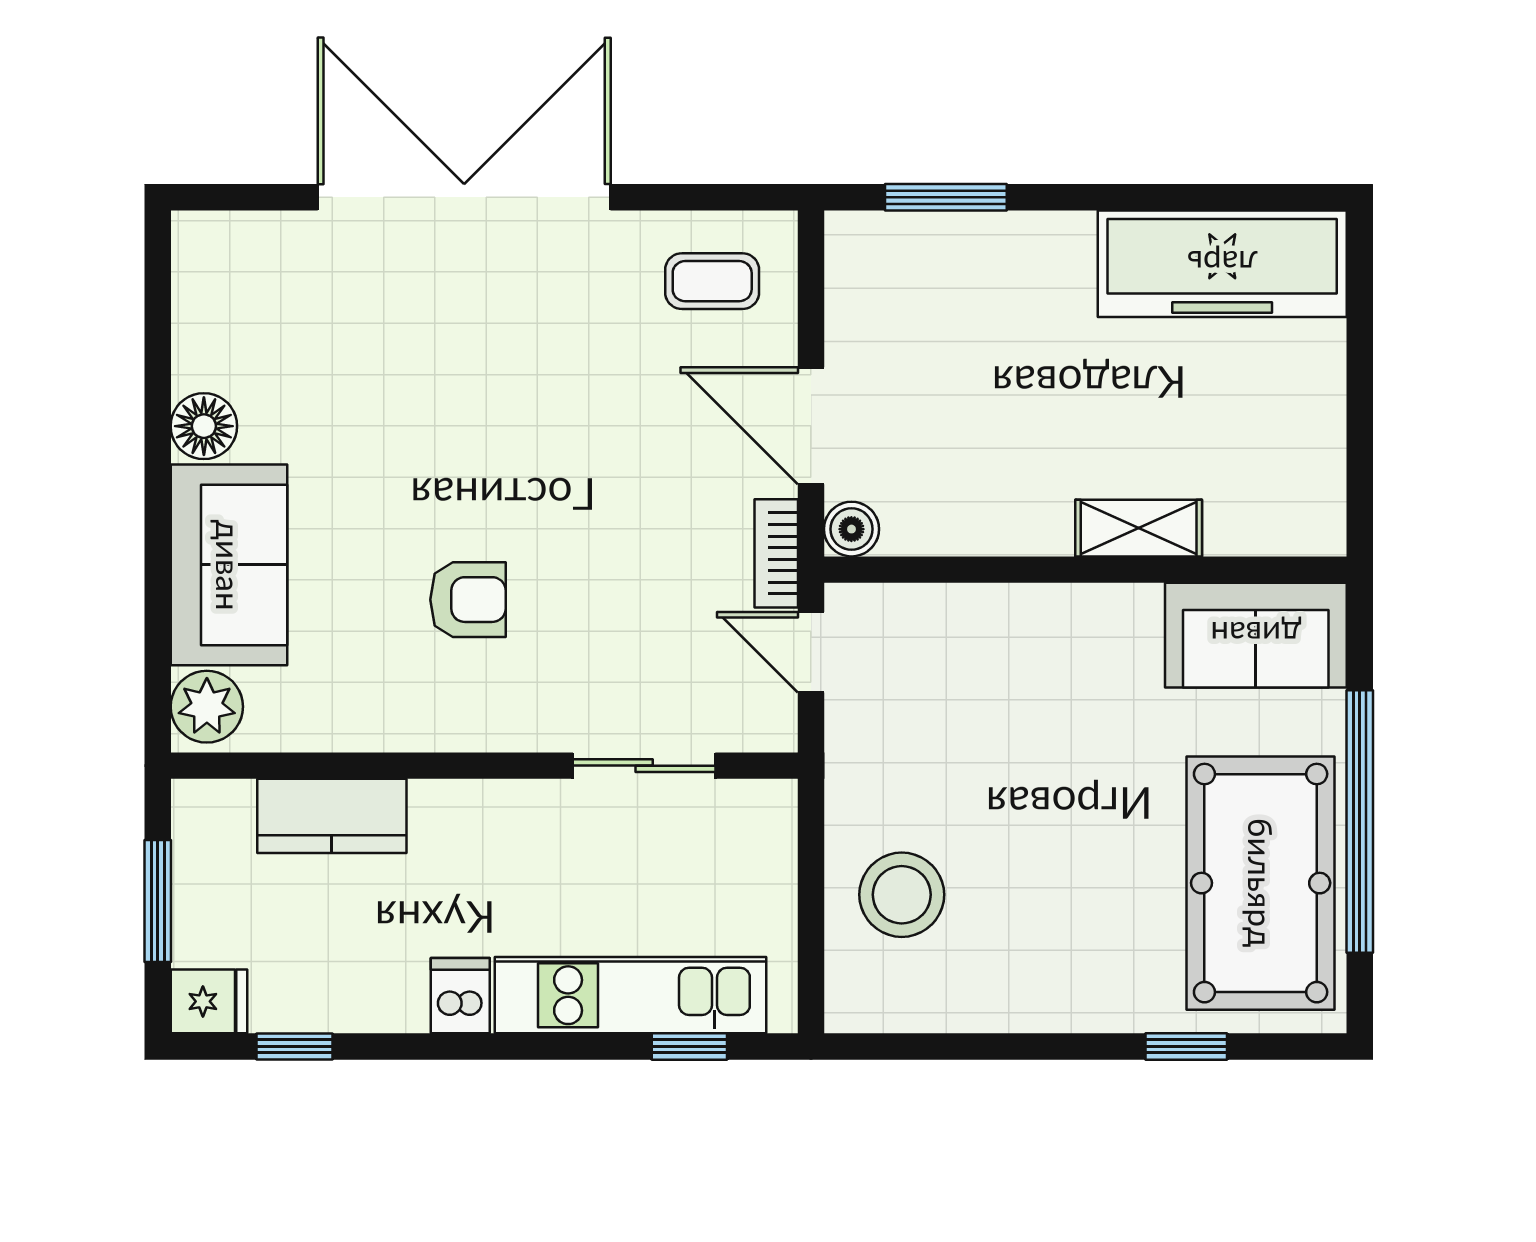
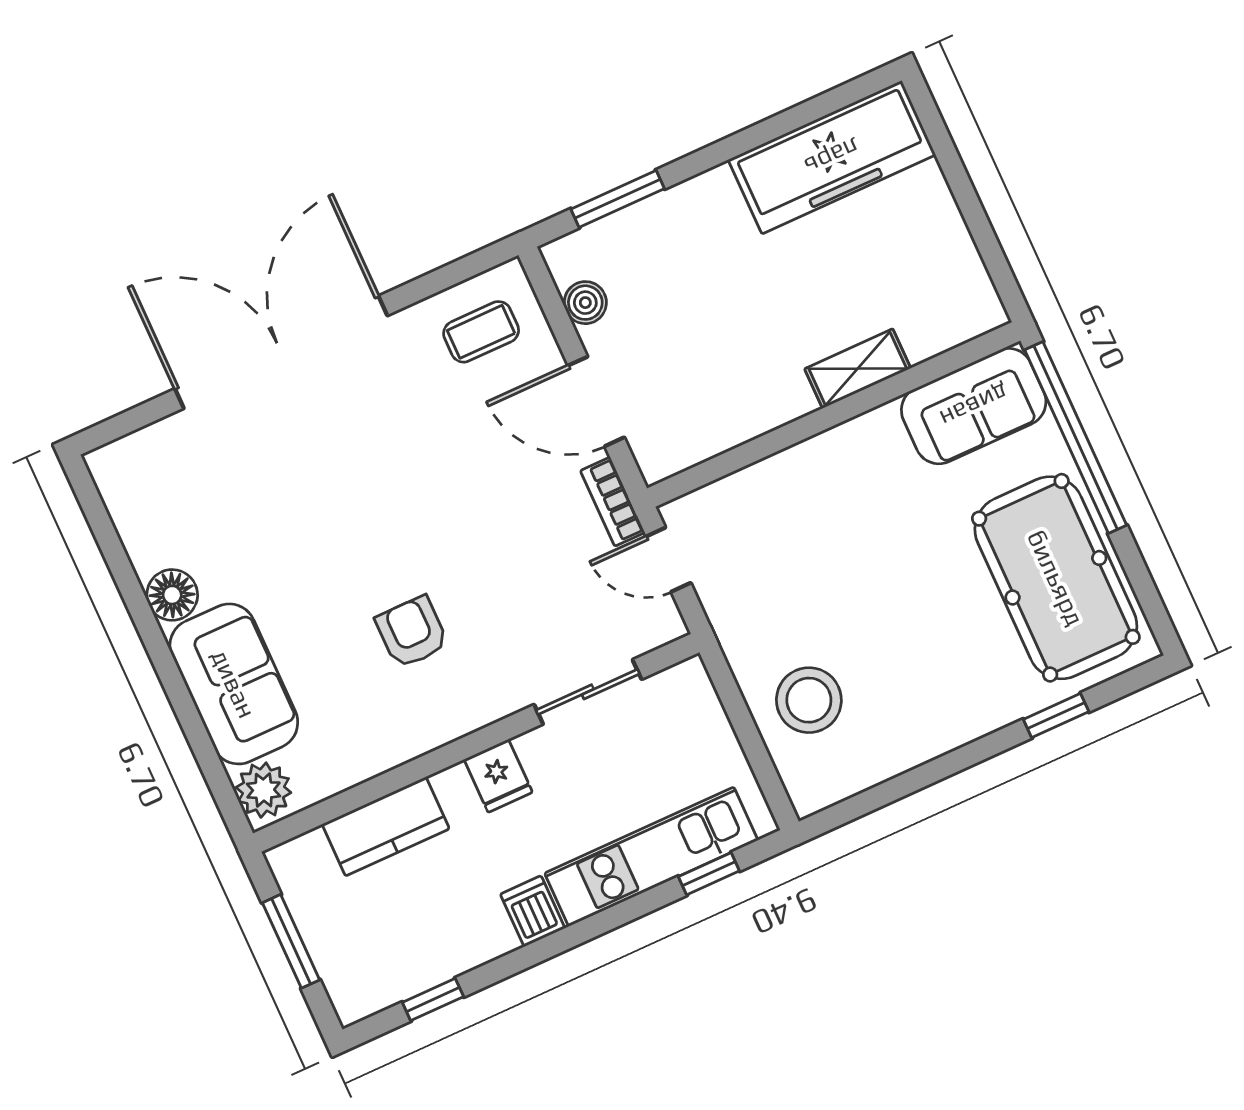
boiler: (851, 529) -> (585, 303), moved
armchair: (468, 600) -> (412, 632), turned -90
window: (1360, 822) -> (1076, 438), moved
fridge: (209, 1001) -> (498, 776), moved, turned 90

